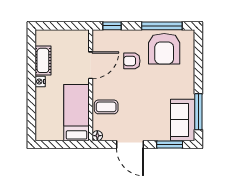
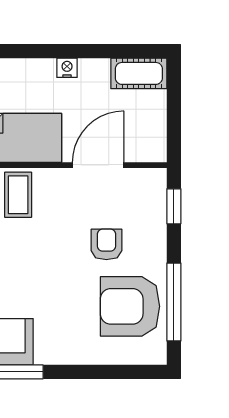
cot: (43, 60) -> (139, 73), moved
door: (91, 65) -> (98, 165), swing flipped

